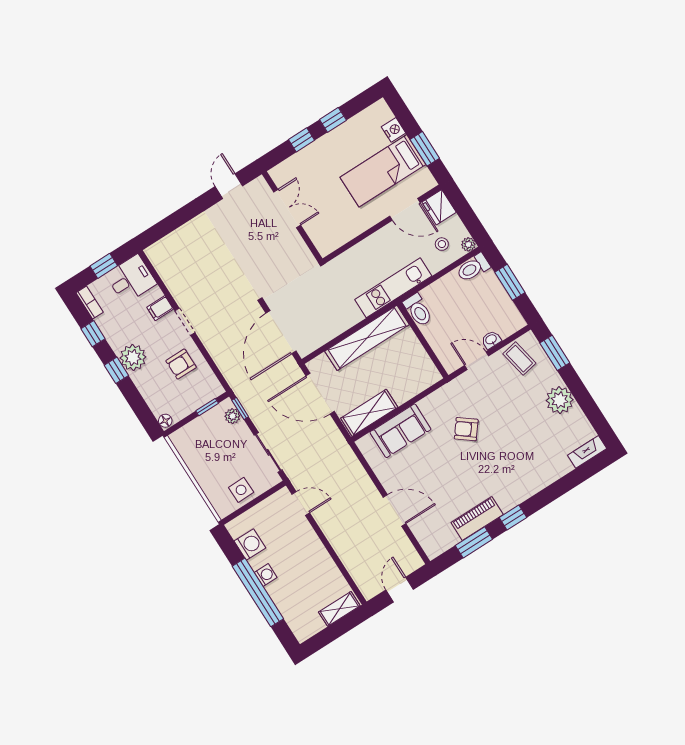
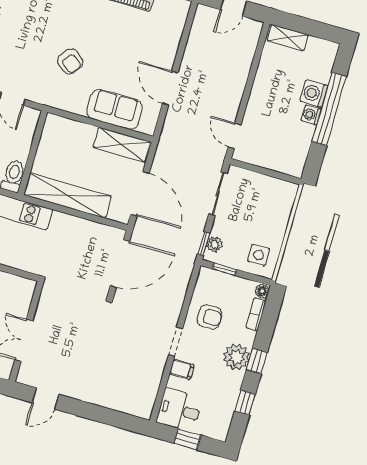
bookcase: (90, 303) -> (256, 314), moved
side table: (241, 490) -> (259, 255), moved
door: (395, 510) -> (170, 88), moved
washing machine: (250, 545) -> (314, 93), moved

